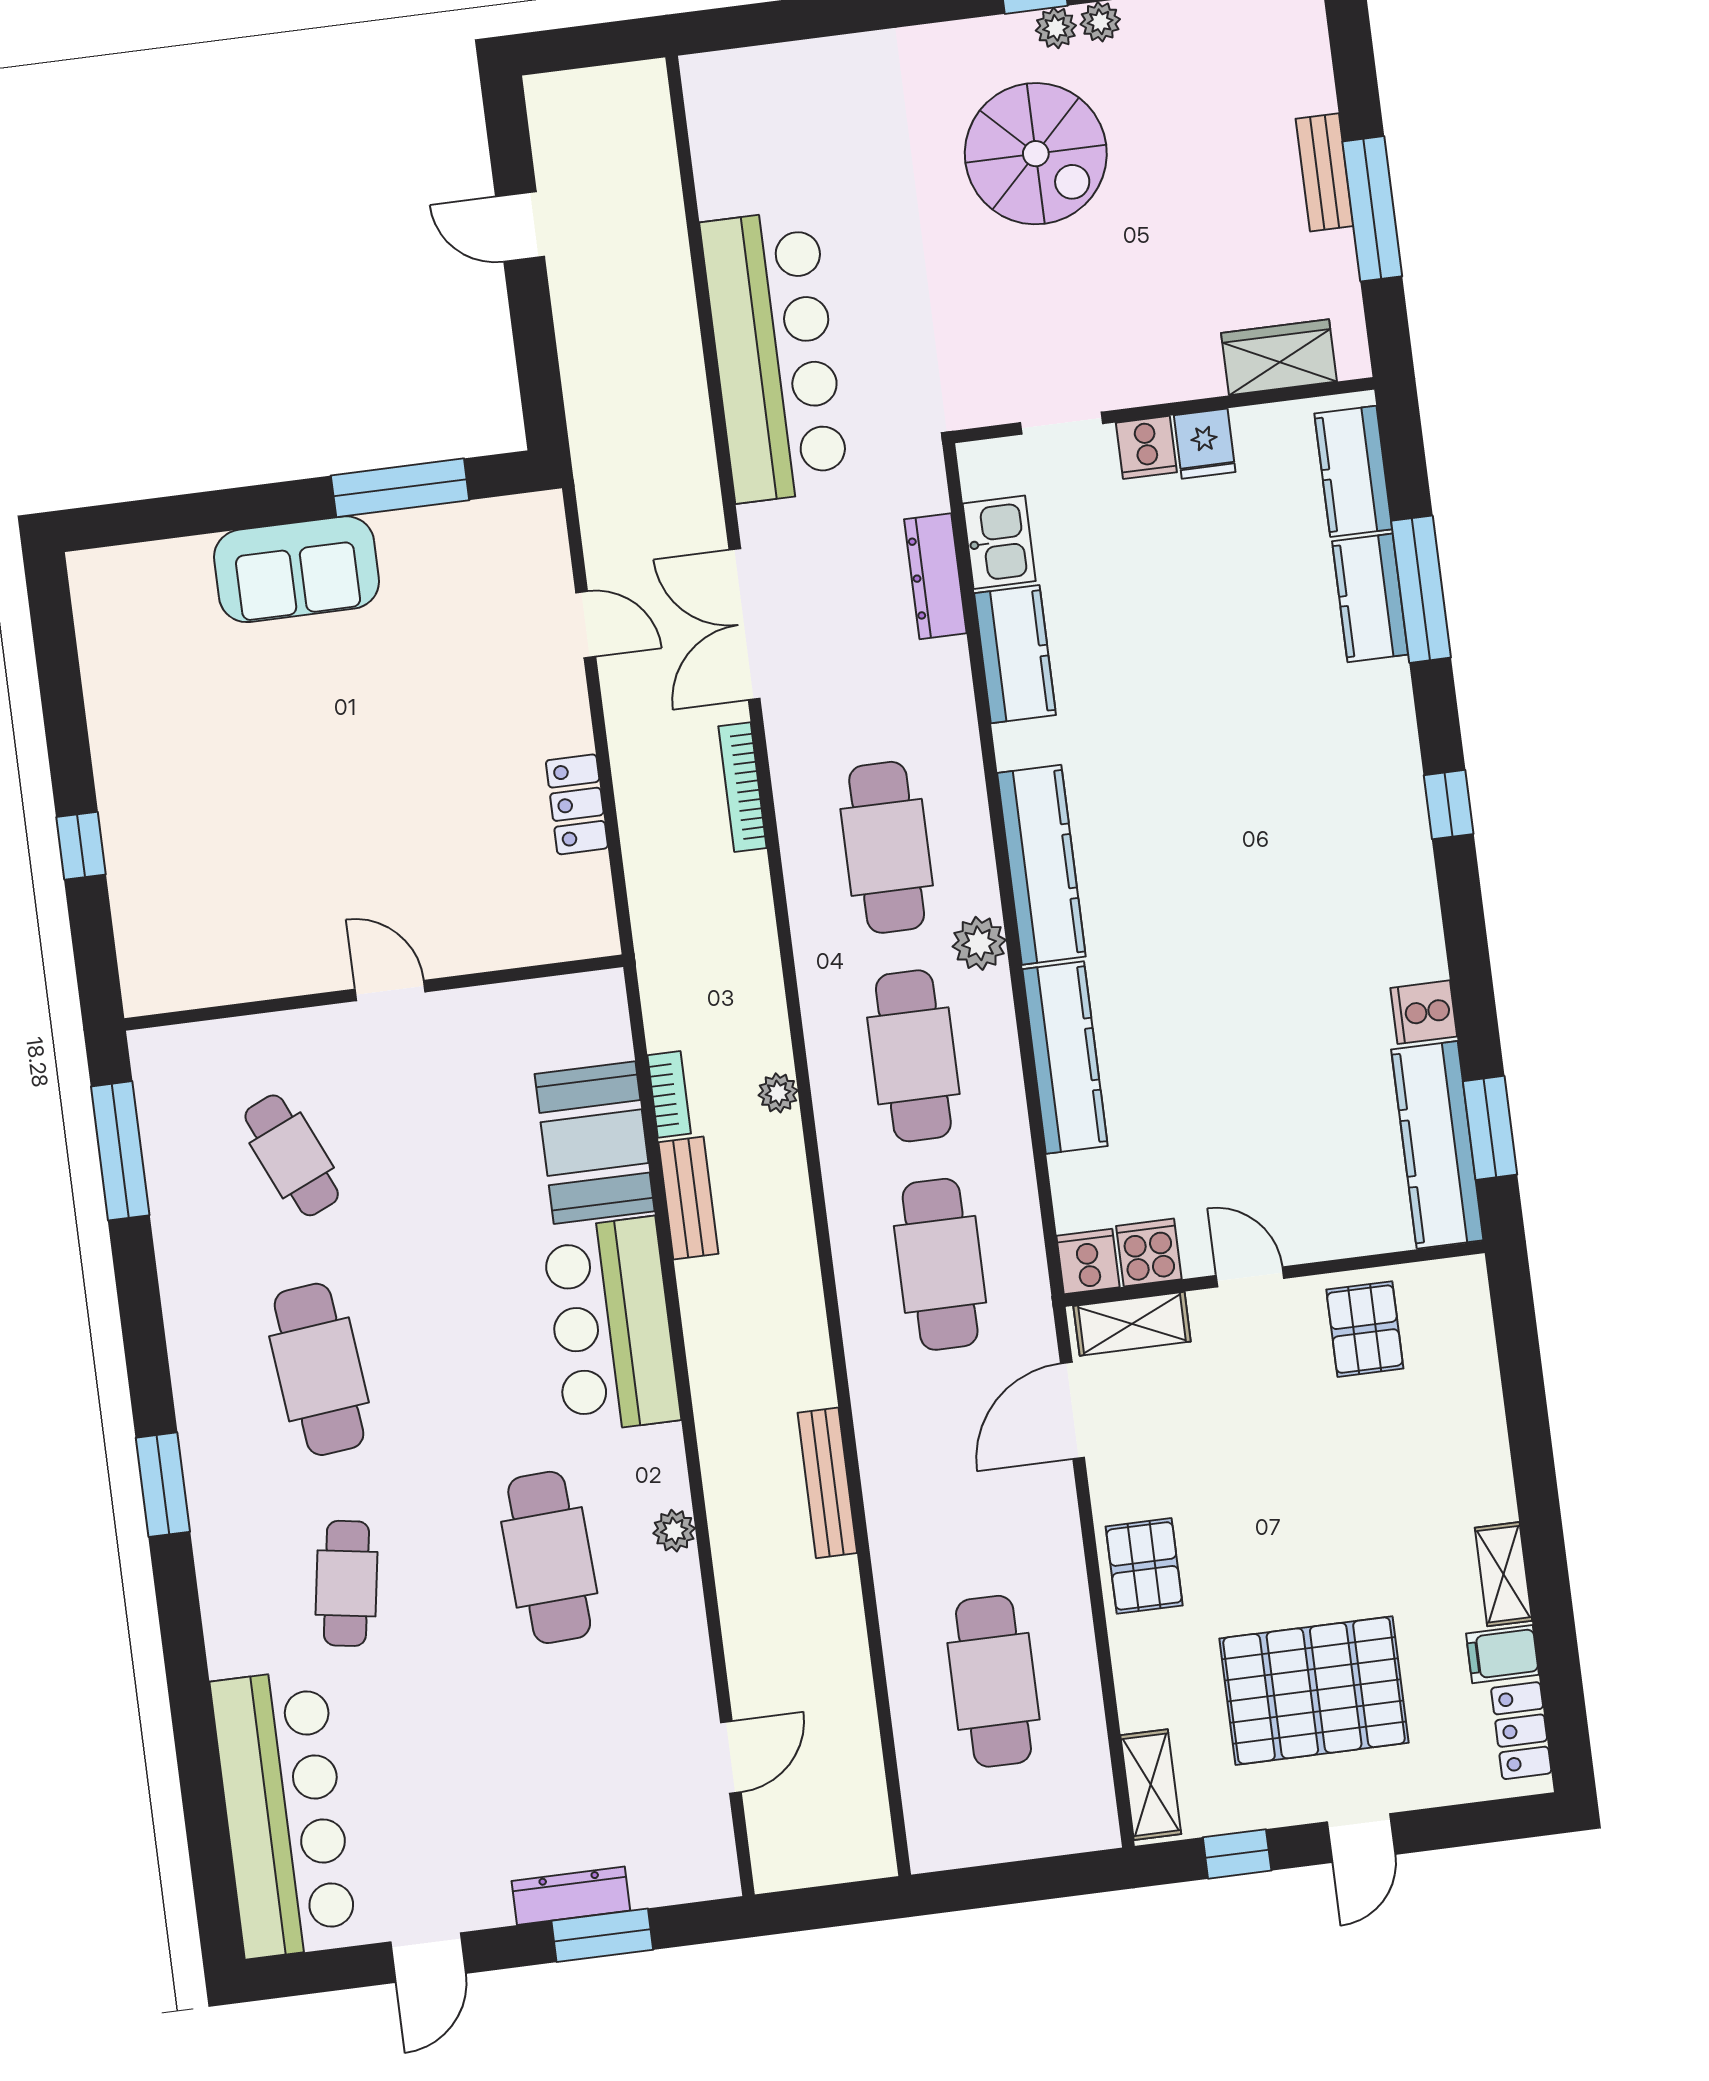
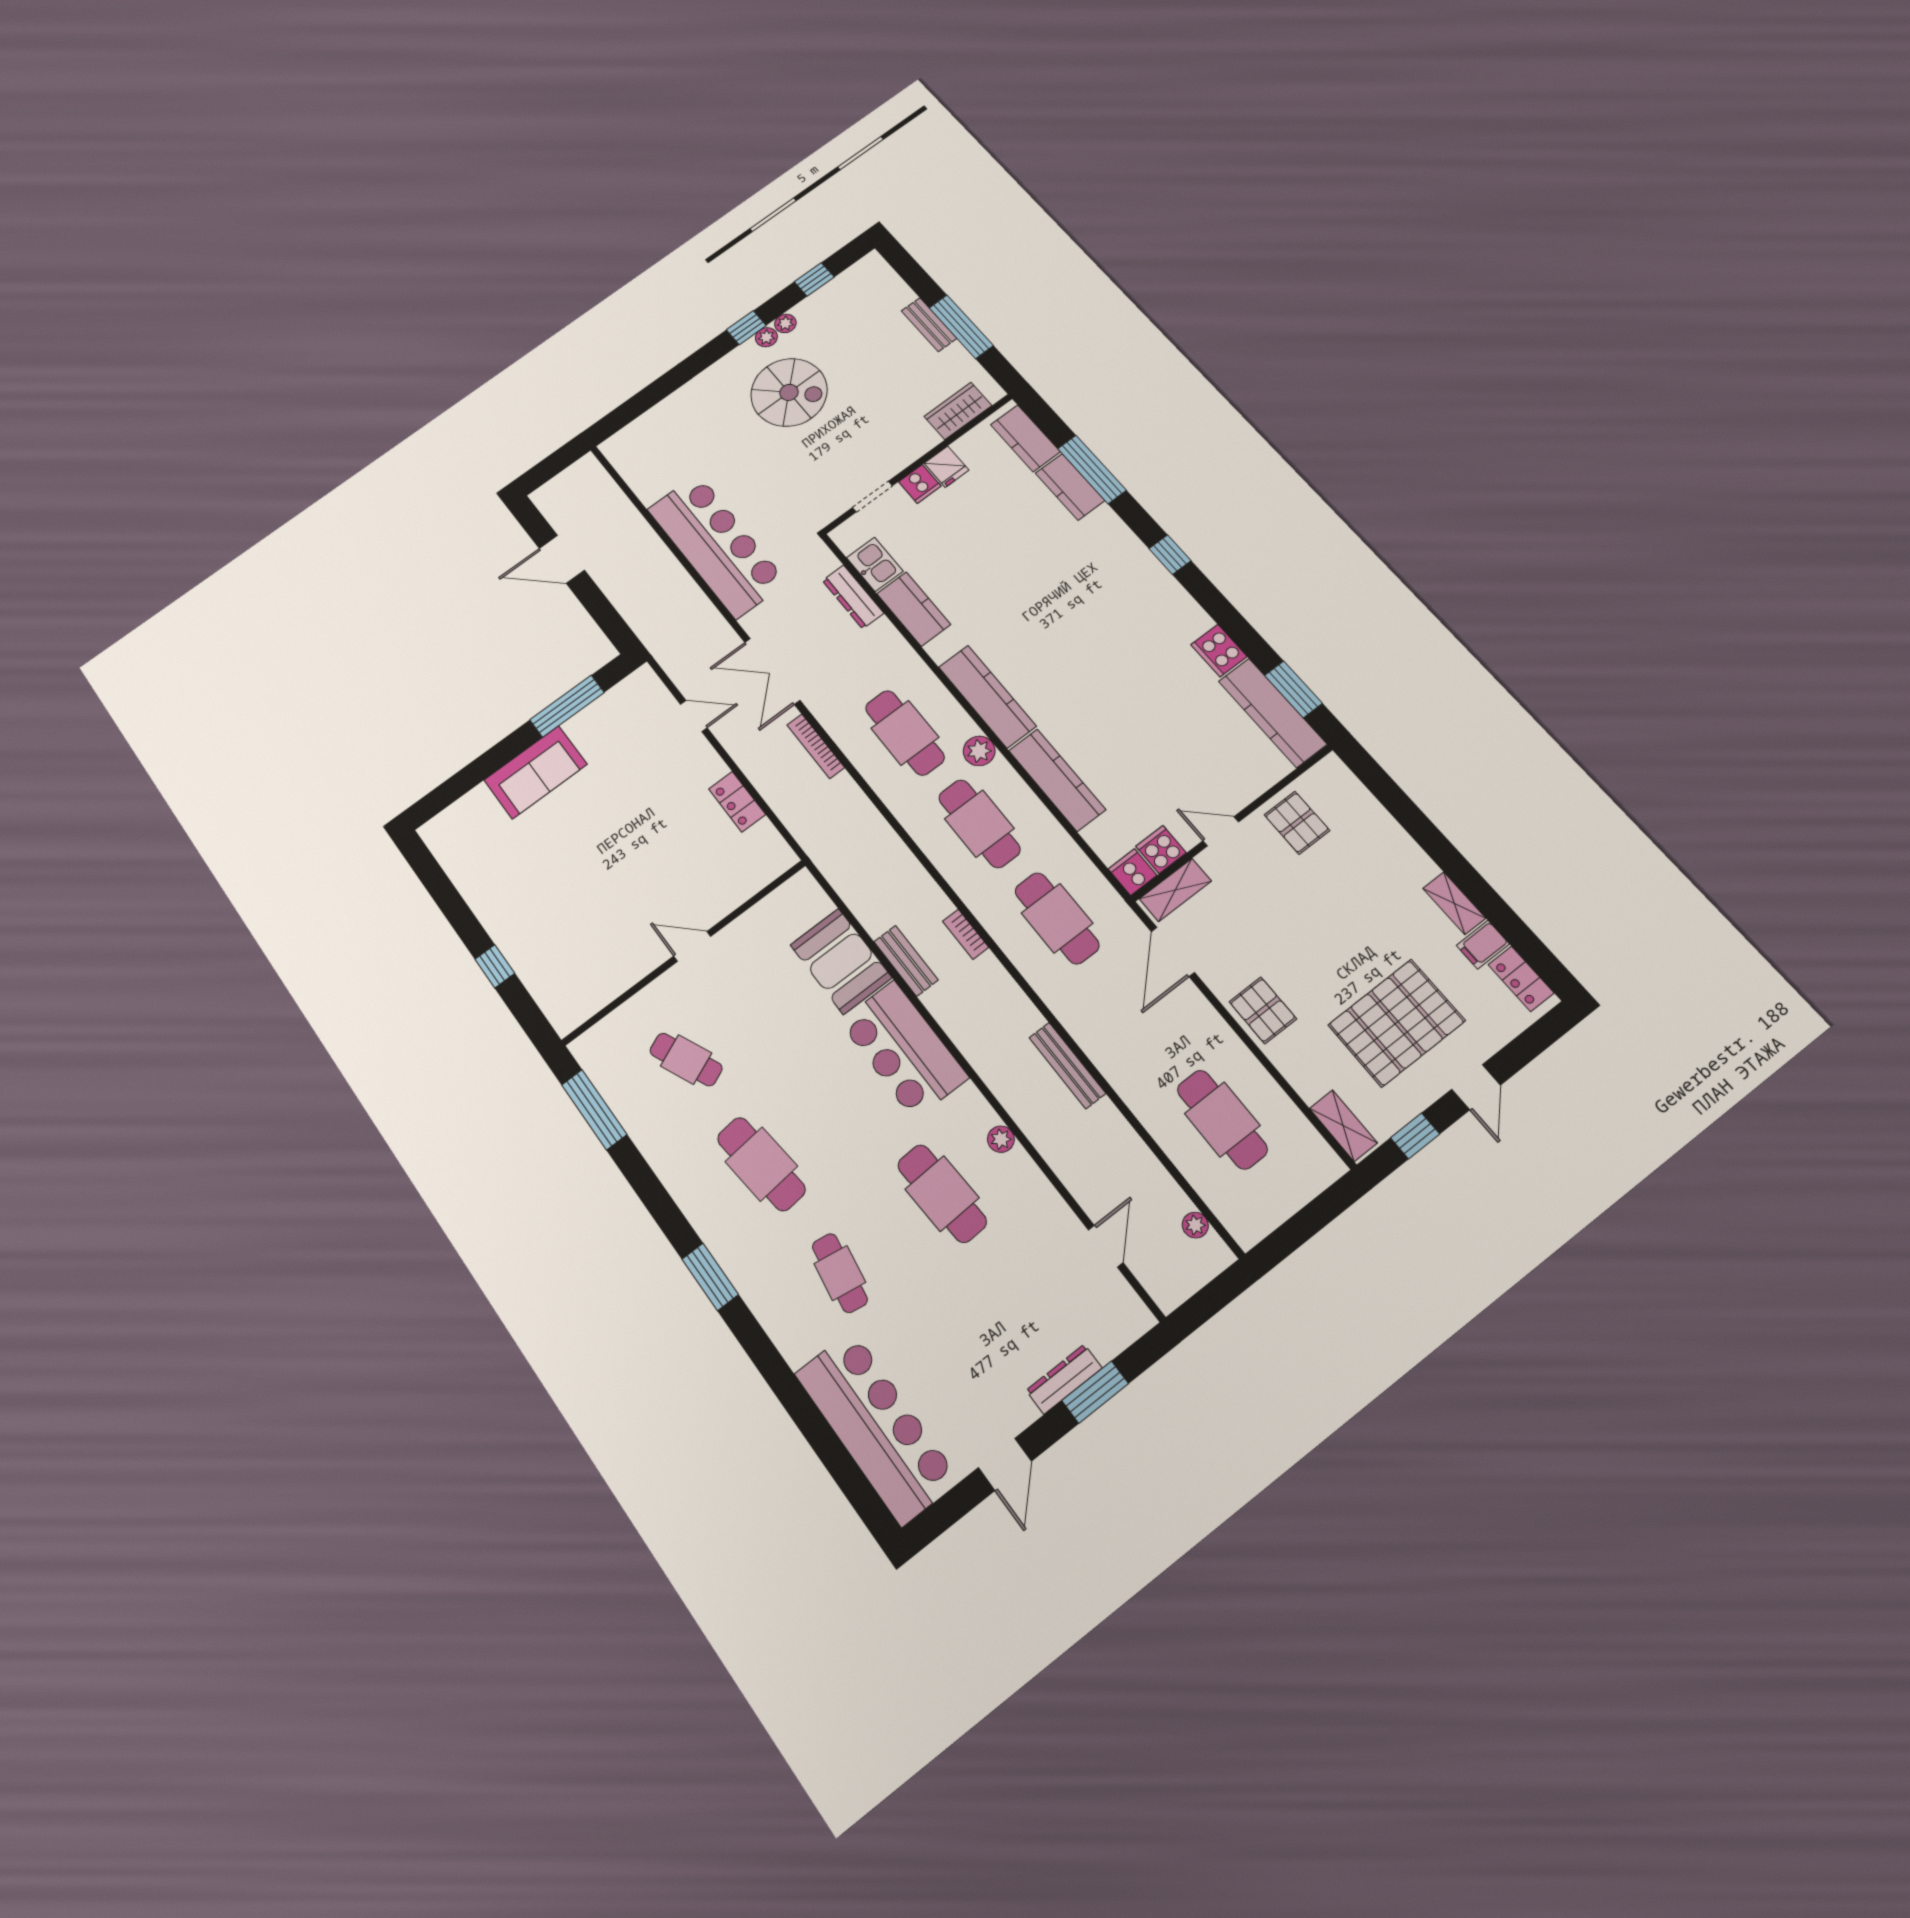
door: (520, 227) -> (562, 559), width x1.38
cooker: (1424, 1012) -> (1219, 651), width x1.36
plant: (778, 1093) -> (1195, 1225), moved
bookcase: (669, 1094) -> (966, 934), moved, turned 180

